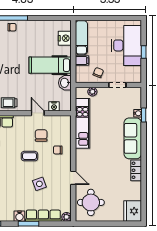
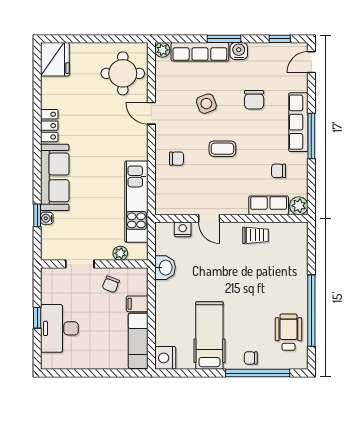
nightstand: (65, 38) -> (165, 358), moved
desk: (126, 45) -> (59, 328), width x0.73, depth x0.77
hospital bed: (50, 65) -> (209, 335), moved, turned -90
chair: (41, 135) -> (254, 100), moved

